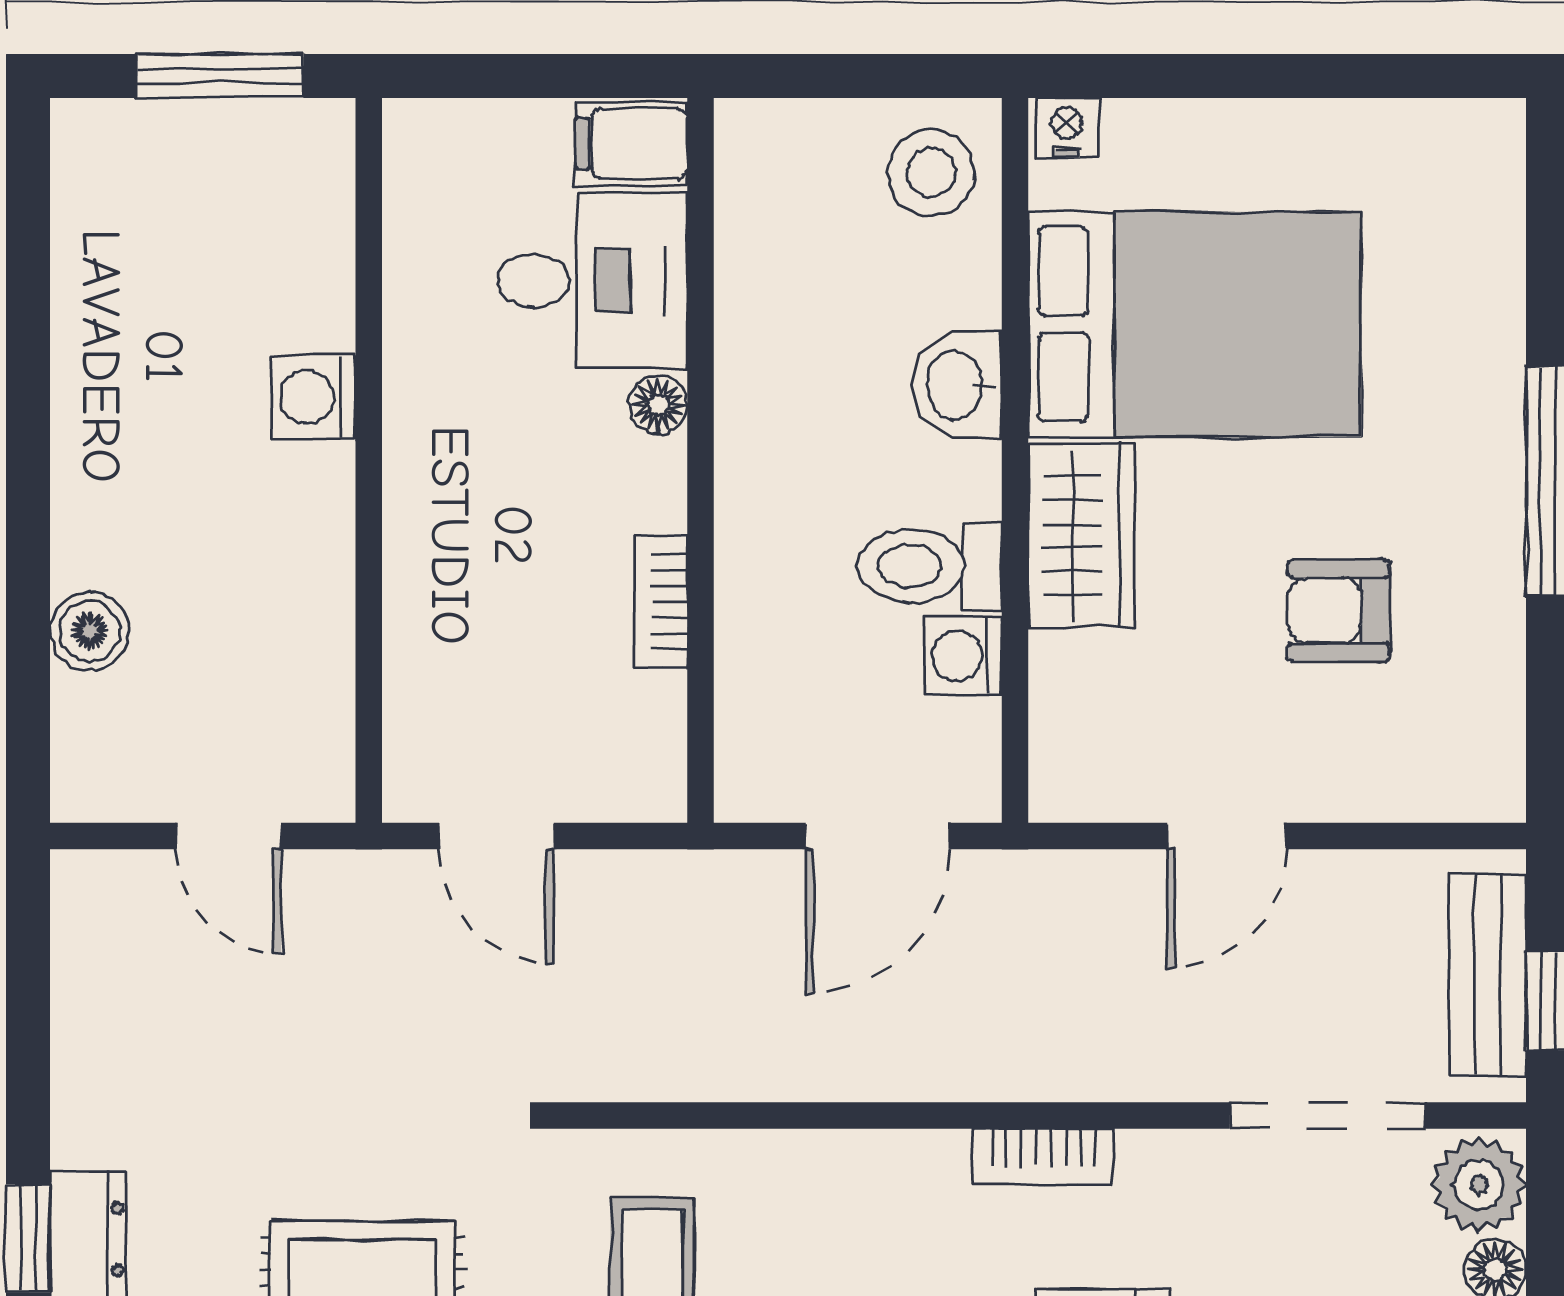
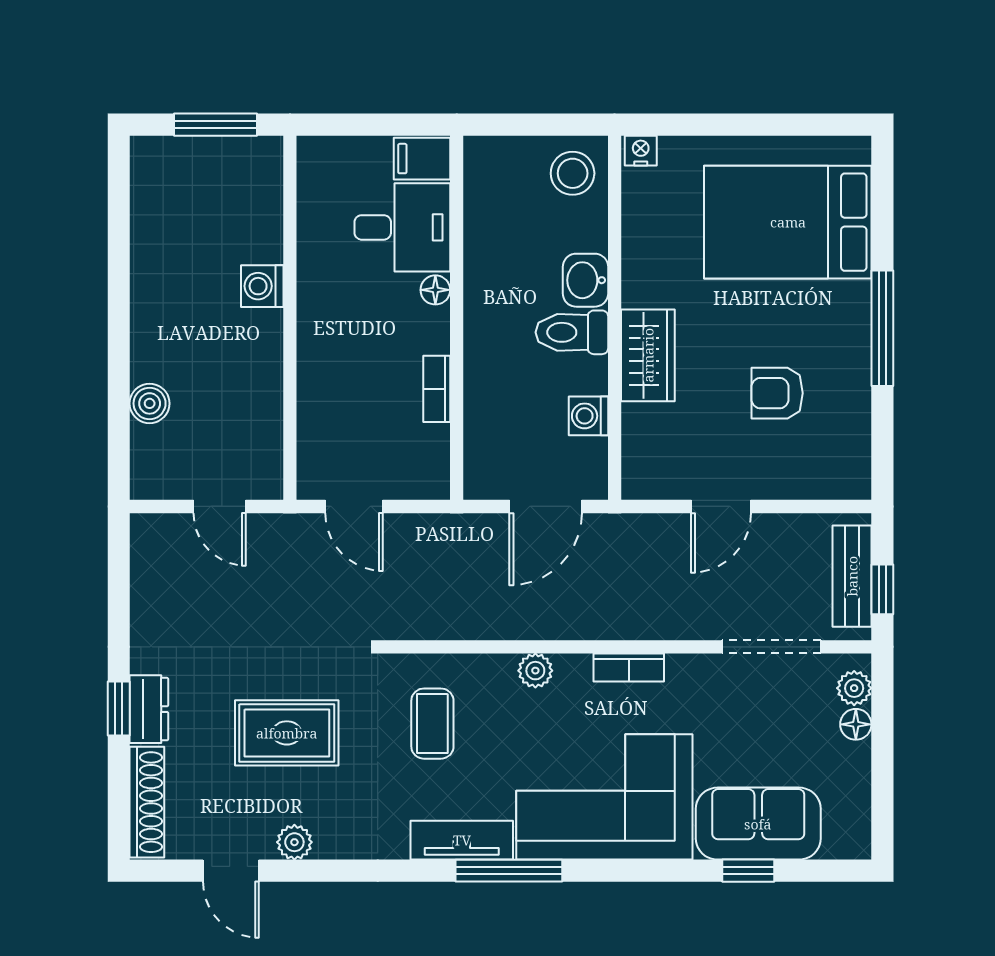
bed: (1195, 324) -> (788, 222), moved, turned 180
toilet: (930, 566) -> (572, 332), moved
plant: (857, 1163) -> (535, 671), added
plant: (1479, 1185) -> (854, 688), width x0.73, depth x0.73

